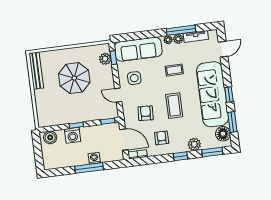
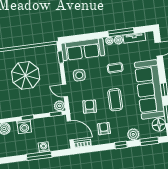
plant: (105, 59) -> (59, 106), moved

